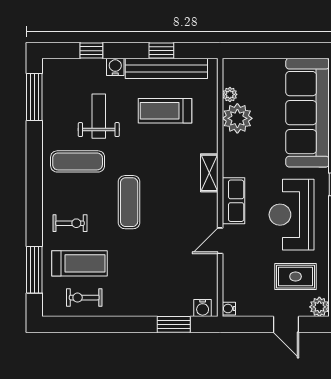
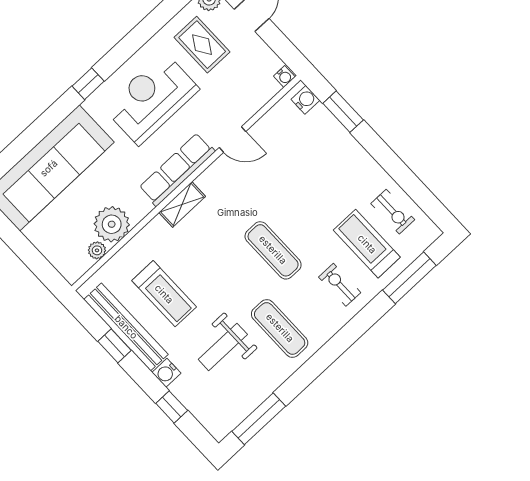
row of seats: (233, 201) -> (177, 170), width x1.48
exercise mat: (129, 202) -> (273, 250), turned 90
reception desk: (292, 215) -> (151, 99), turned 180

